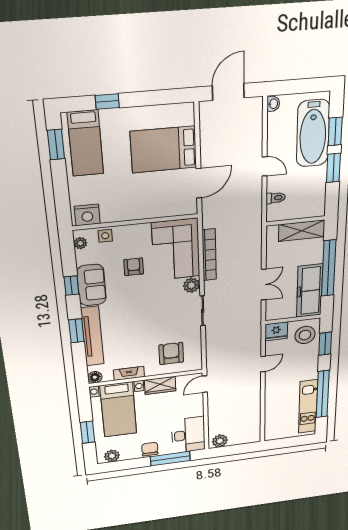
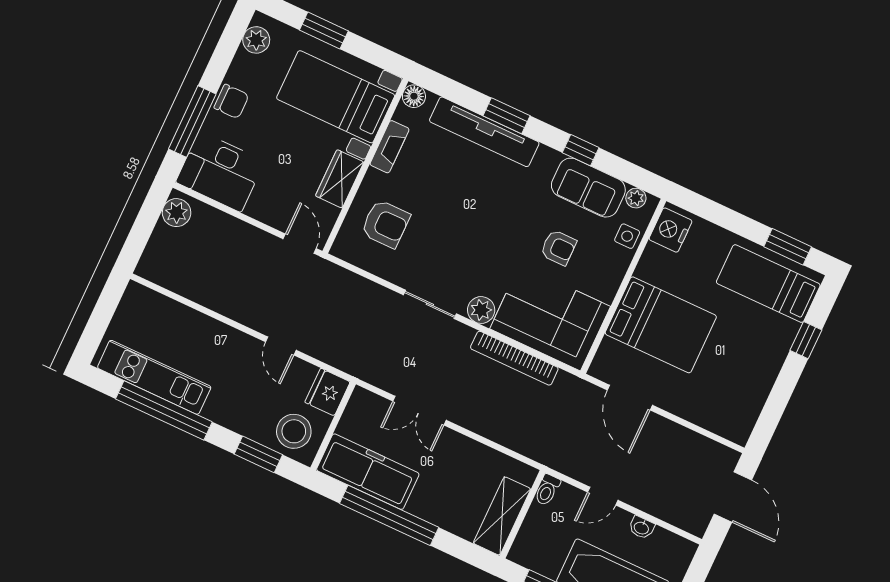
washbasin: (273, 104) -> (642, 528), moved
bed: (164, 149) -> (661, 325), moved, turned 90
wall: (296, 221) -> (523, 514), moved
shelving: (302, 231) -> (502, 516), moved
sofa: (92, 285) -> (588, 188), moved

